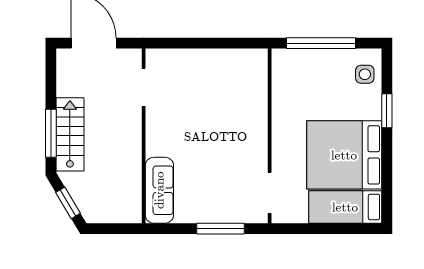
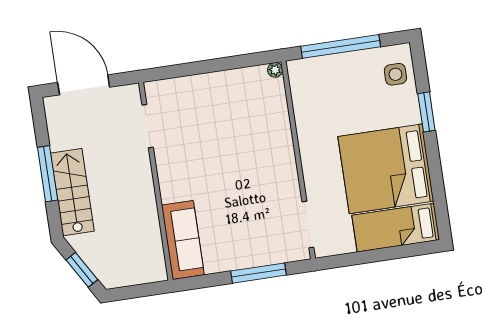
plant: (261, 55) -> (275, 70), added
window: (51, 133) -> (48, 174), moved

